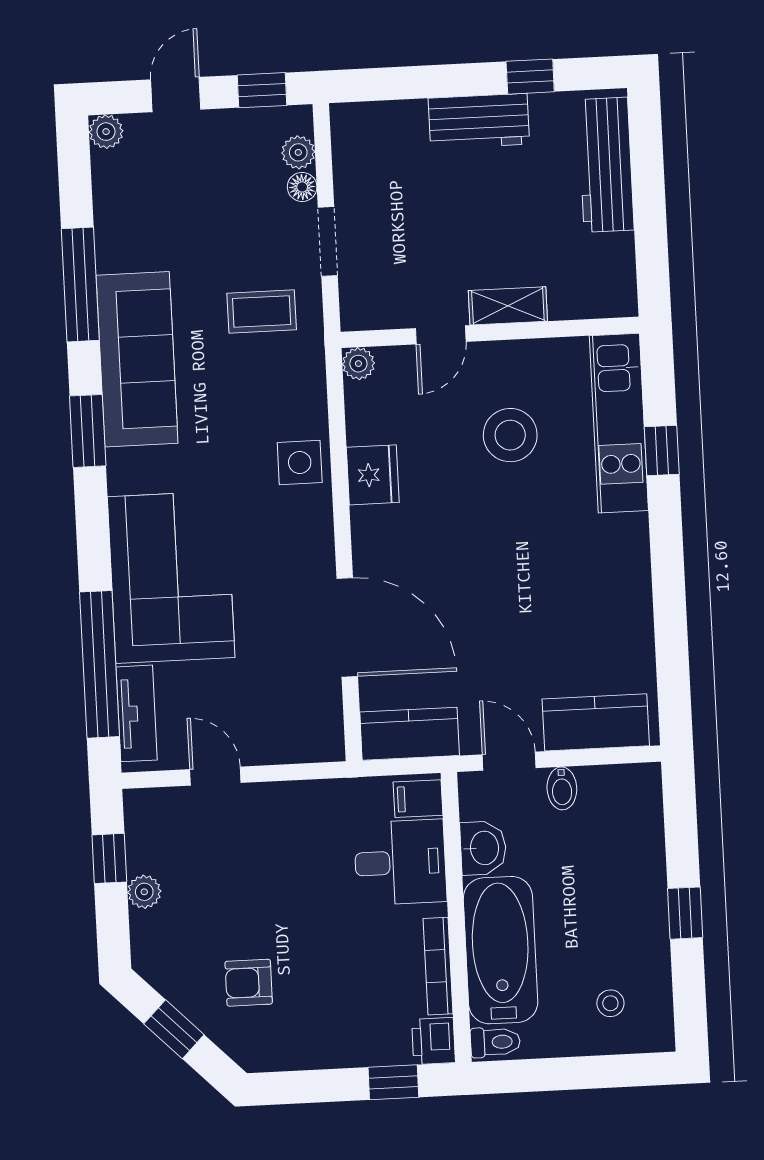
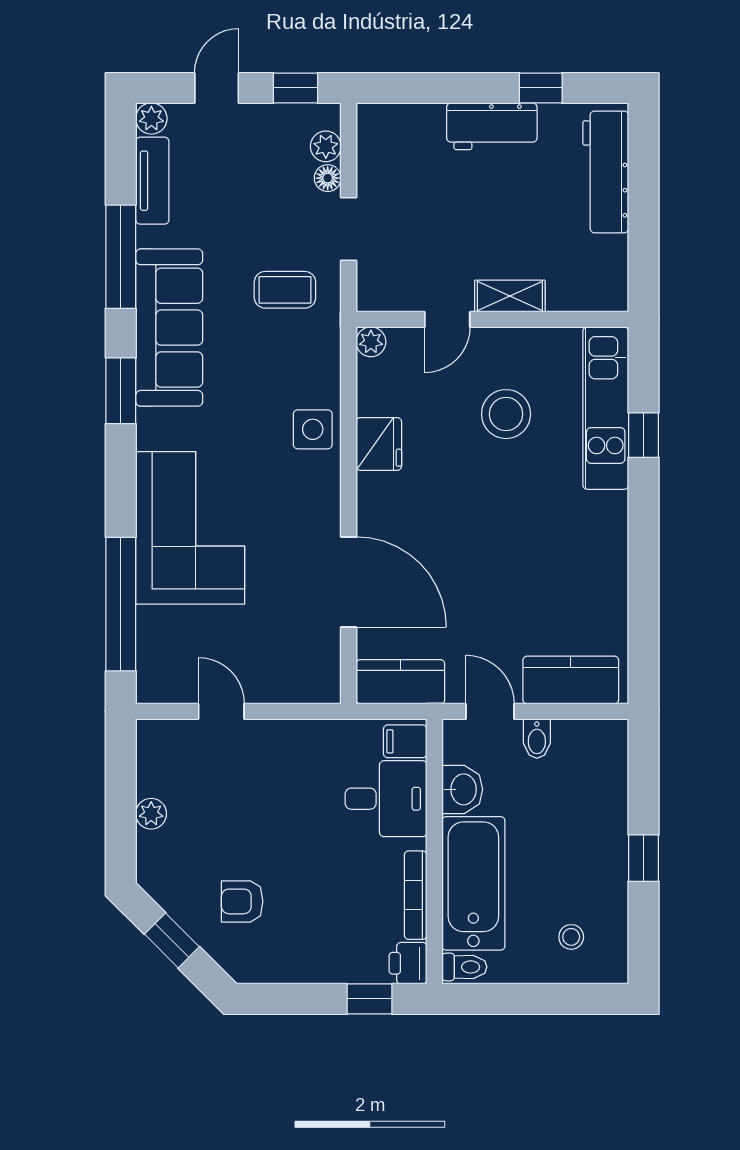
tv unit: (137, 713) -> (152, 181), moved
window: (109, 858) -> (121, 782), removed

